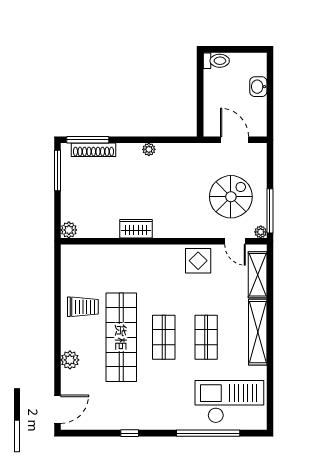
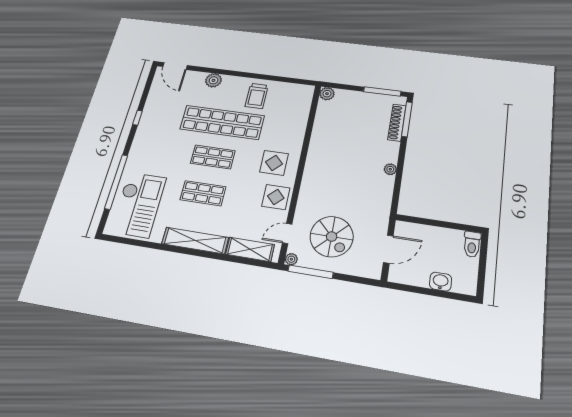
wardrobe: (136, 229) -> (317, 148), removed
display table: (160, 271) -> (274, 163), added

